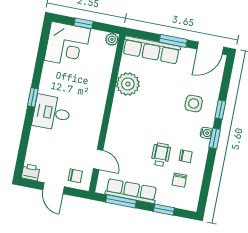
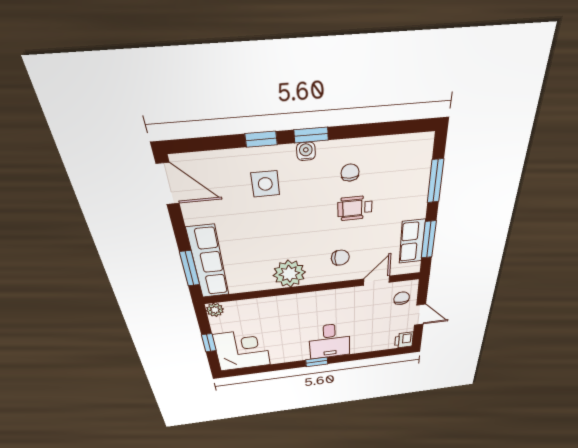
window: (173, 41) -> (190, 268), moved
plant: (128, 84) -> (289, 274), moved
chair: (179, 180) -> (340, 258), moved
door: (54, 188) -> (420, 315), hinge flipped
row of seats: (131, 191) -> (412, 242), width x0.68
window: (164, 210) -> (435, 181), width x1.50

